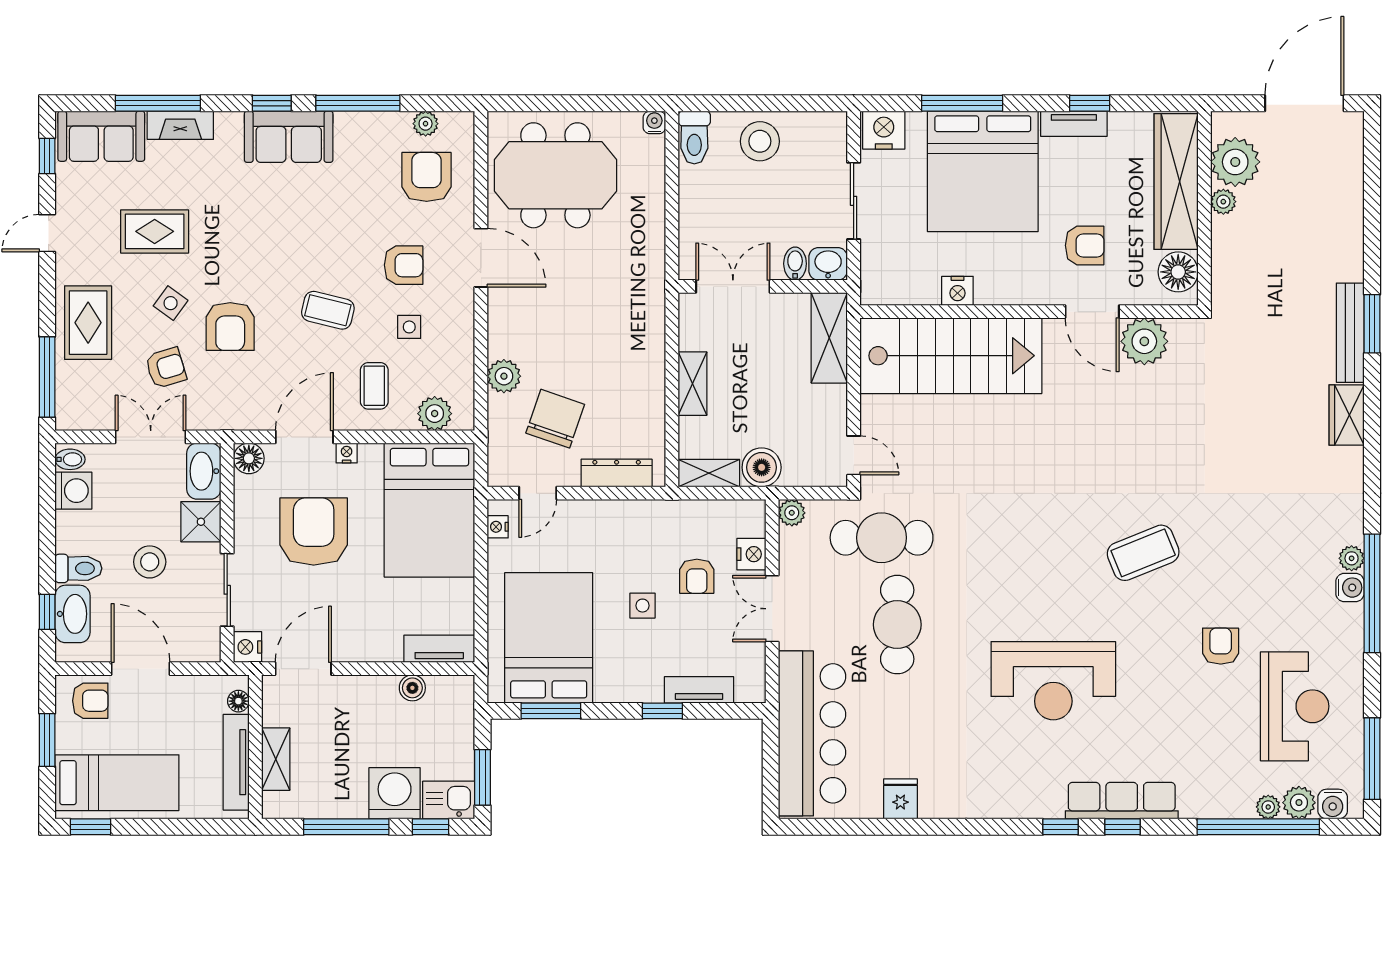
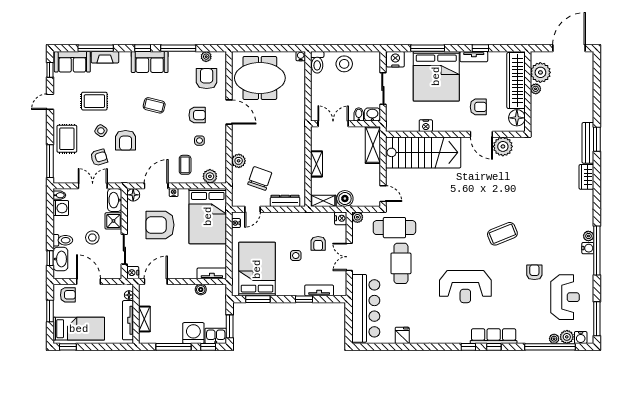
coffee table: (328, 310) -> (154, 105), moved
armchair: (314, 532) -> (160, 225), turned -90
nightstand: (751, 554) -> (341, 218), moved

